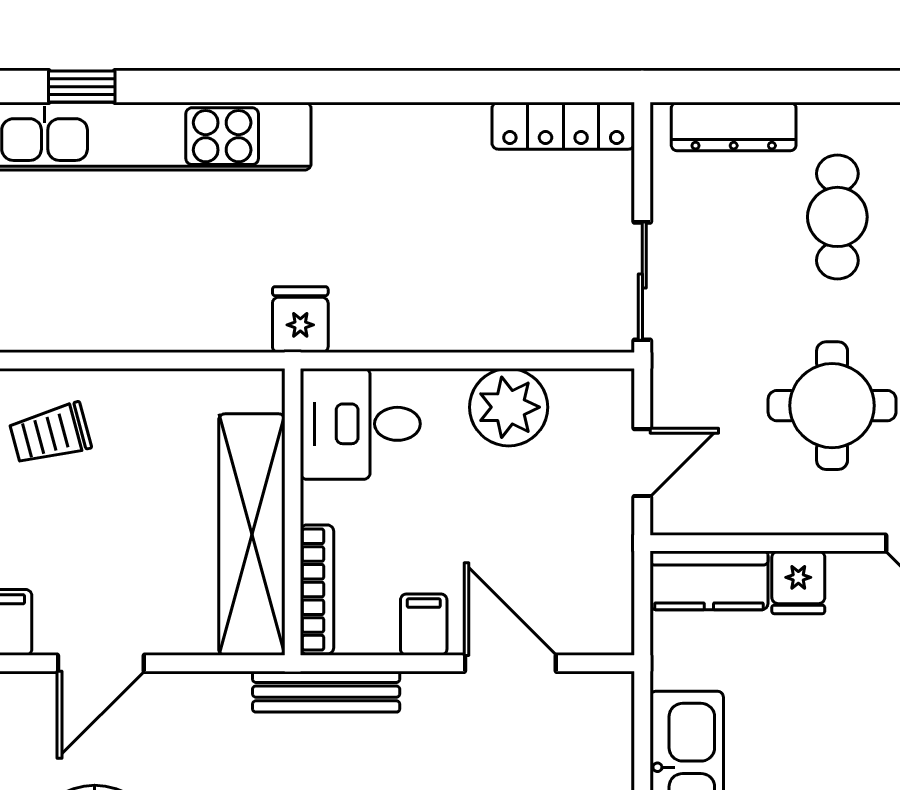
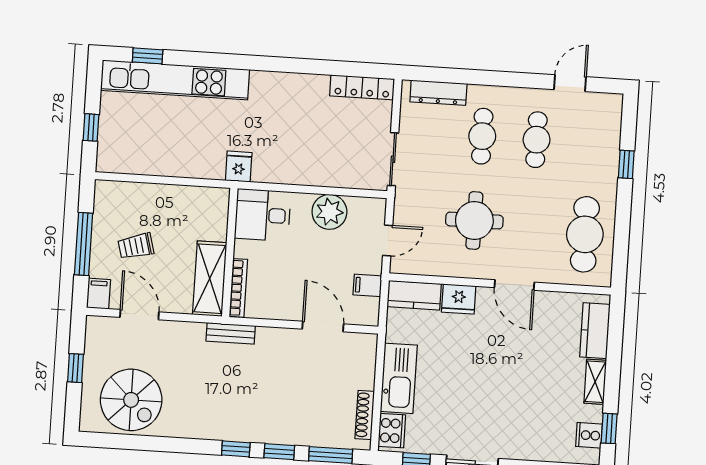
trolley: (50, 434) -> (136, 246), moved
shelving: (252, 535) -> (210, 279), width x0.68
fridge: (798, 582) -> (459, 299), width x1.38
filing cabinet: (424, 625) -> (367, 285), moved, turned -90
door: (101, 663) -> (139, 315), swing flipped
bench: (326, 692) -> (231, 333), width x0.73

